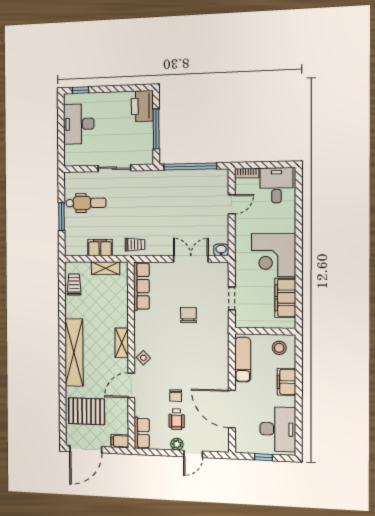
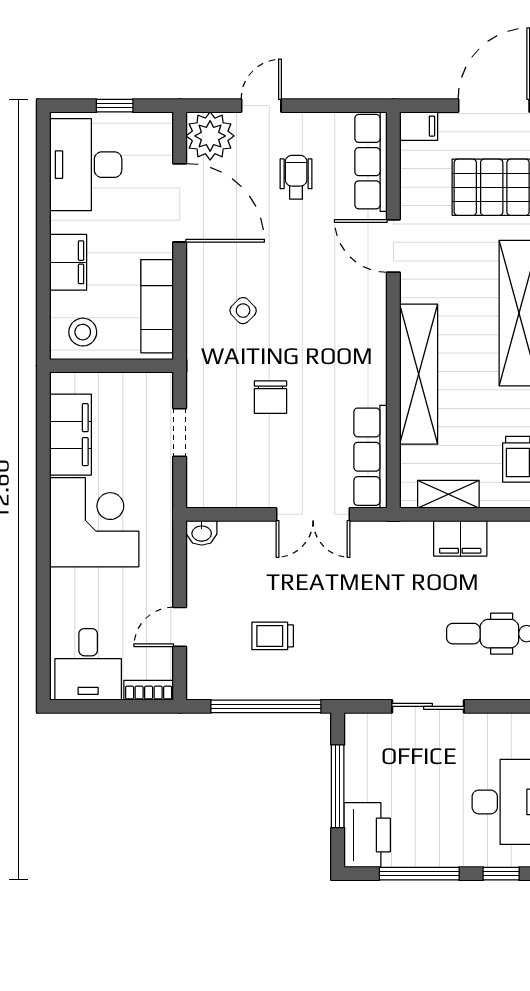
window: (118, 89) -> (419, 874), added
trolley: (135, 245) -> (273, 636), moved
double door: (191, 259) -> (313, 514), moved
shelving: (122, 343) -> (419, 374), width x2.20, depth x1.33
side table: (143, 358) -> (243, 311), moved
door: (131, 385) -> (393, 246), swing flipped
chair: (176, 396) -> (298, 227), removed
row of seats: (142, 433) -> (371, 162), width x1.48
plant: (177, 444) -> (210, 136), moved, width x1.88, depth x1.88

